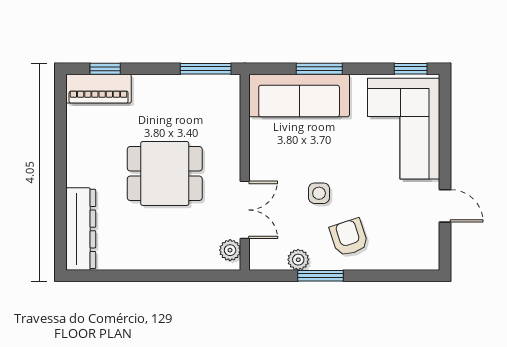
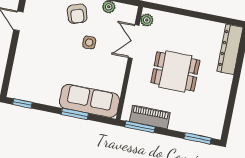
window: (105, 69) -> (198, 138), width x1.50
piano: (99, 89) -> (150, 117), moved
corner sofa: (404, 129) -> (33, 70), removed

